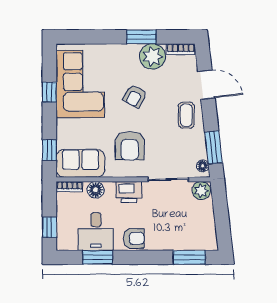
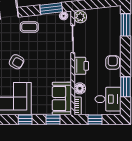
window: (49, 92) -> (25, 120), moved
armchair: (130, 146) -> (50, 65), removed
window: (49, 227) -> (95, 120), moved
desk: (96, 232) -> (108, 99), moved

